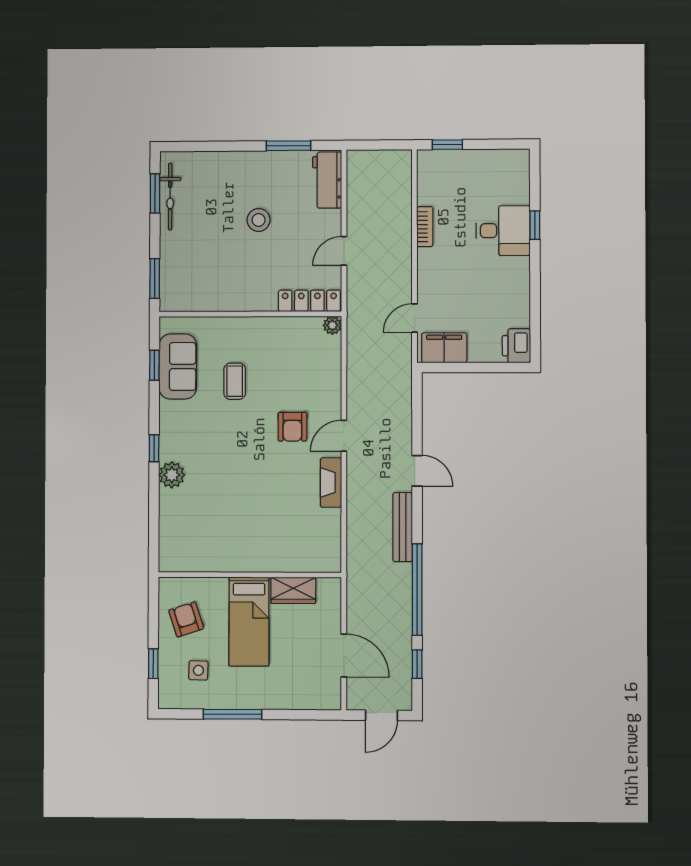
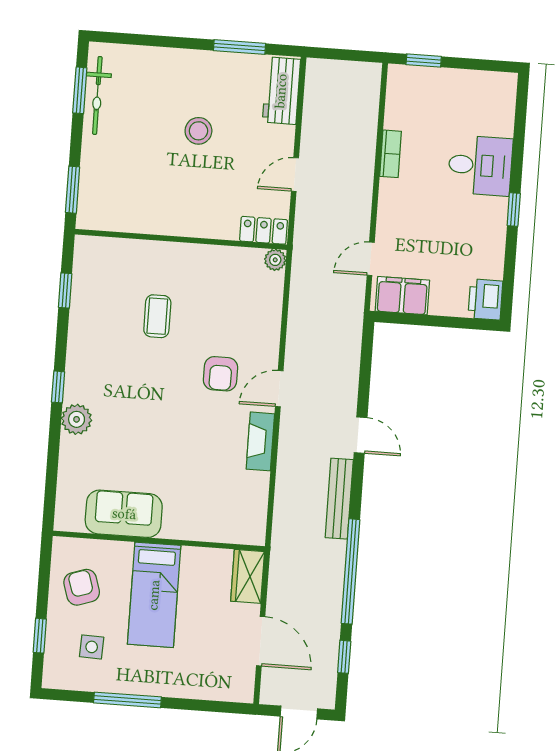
window: (535, 225) -> (514, 209), moved
locker: (309, 301) -> (264, 230), width x0.66
sofa: (178, 366) -> (124, 514), moved, turned -90
wardrobe: (293, 590) -> (248, 576), moved, turned 90

